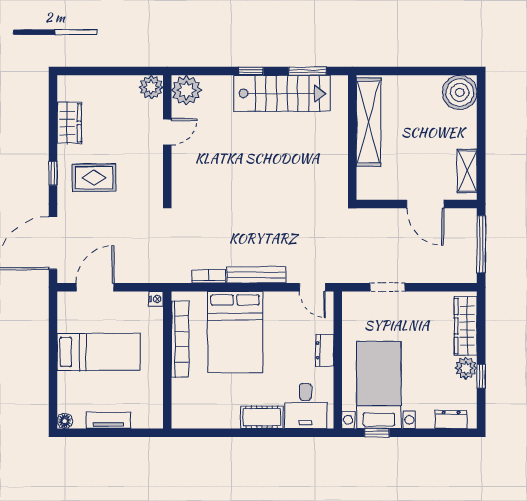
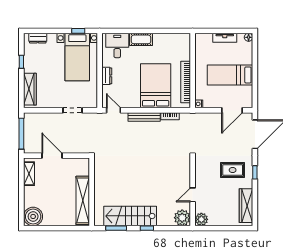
wardrobe: (69, 123) -> (246, 206), width x1.50
plant: (466, 368) -> (30, 66), removed

